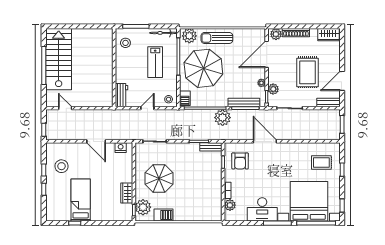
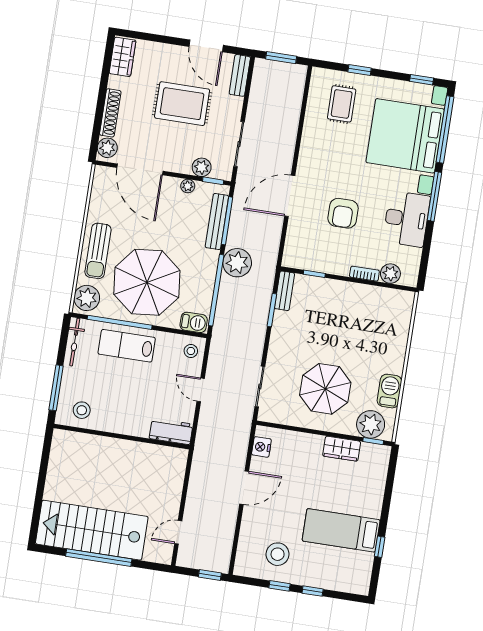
lab bench: (155, 62) -> (127, 346), moved, turned 180
armchair: (240, 161) -> (343, 213), moved, turned 90

